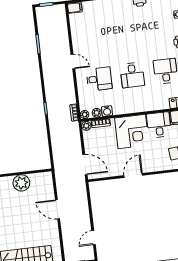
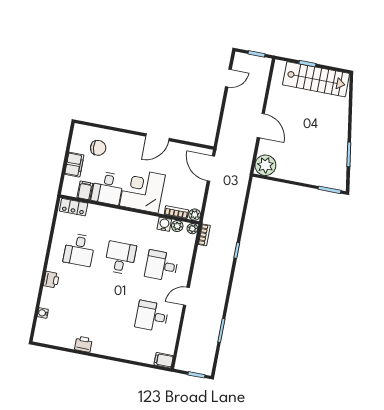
desk: (94, 38) -> (152, 316), added
door: (73, 62) -> (186, 296), hinge flipped
plant: (21, 183) -> (265, 165), moved

